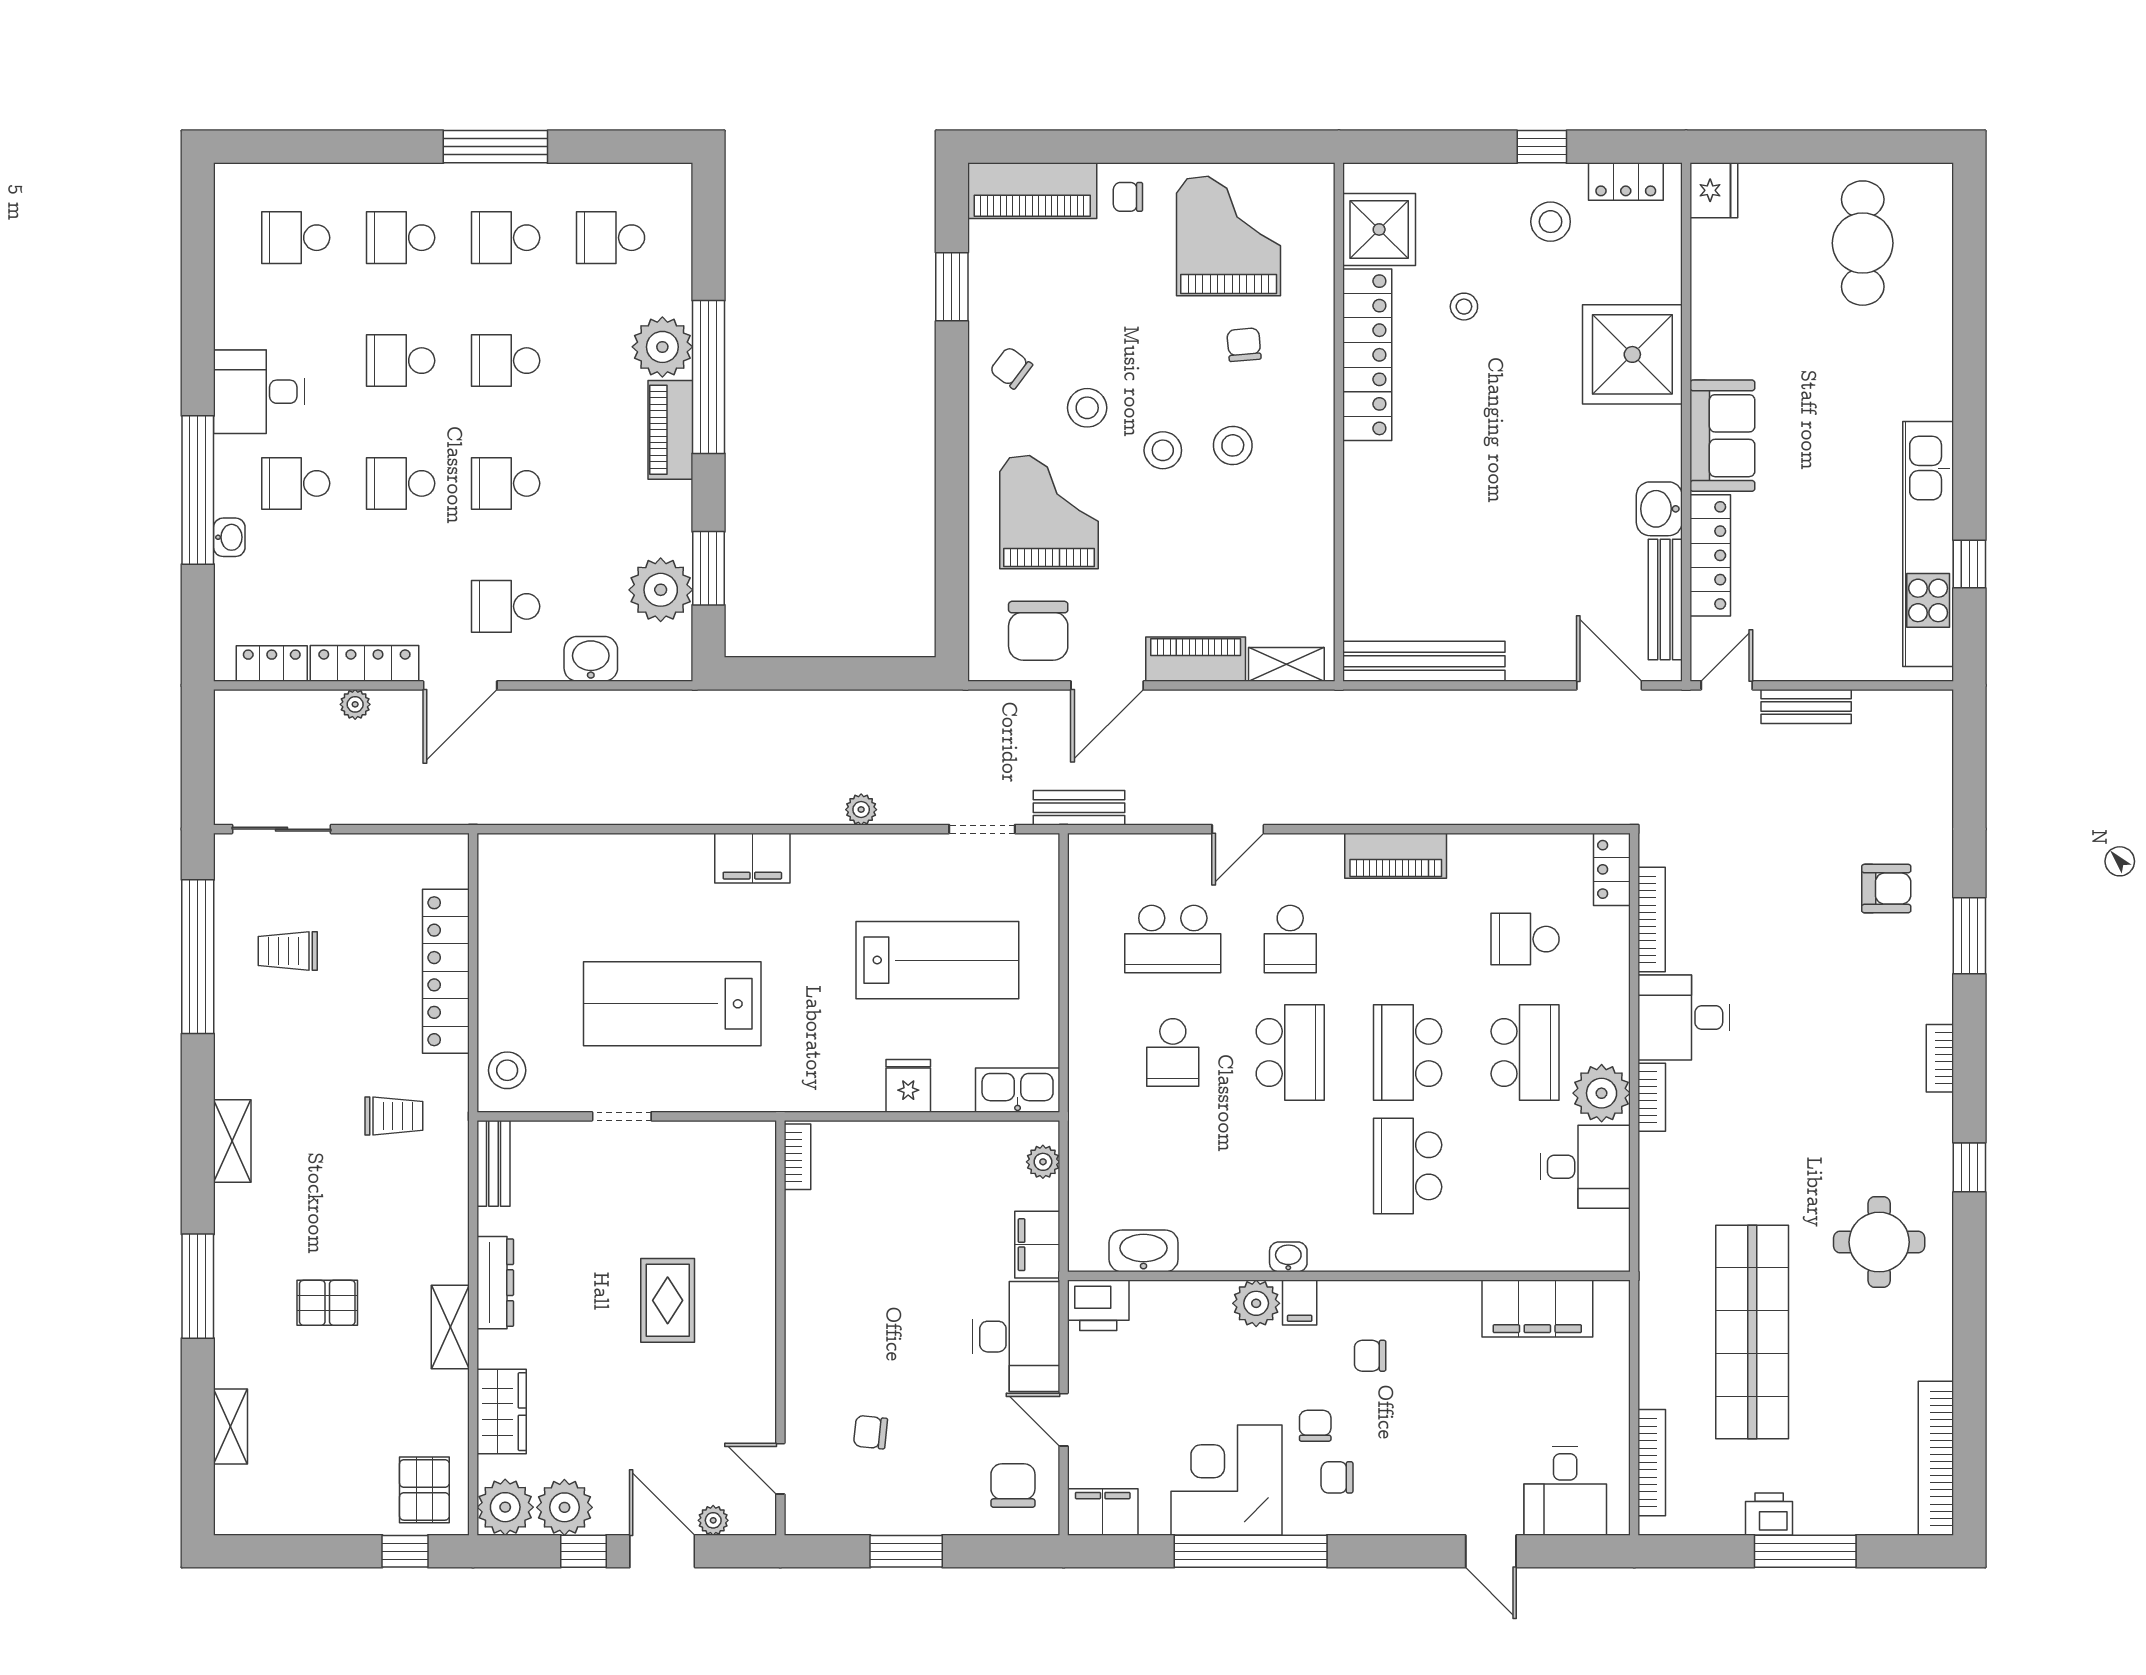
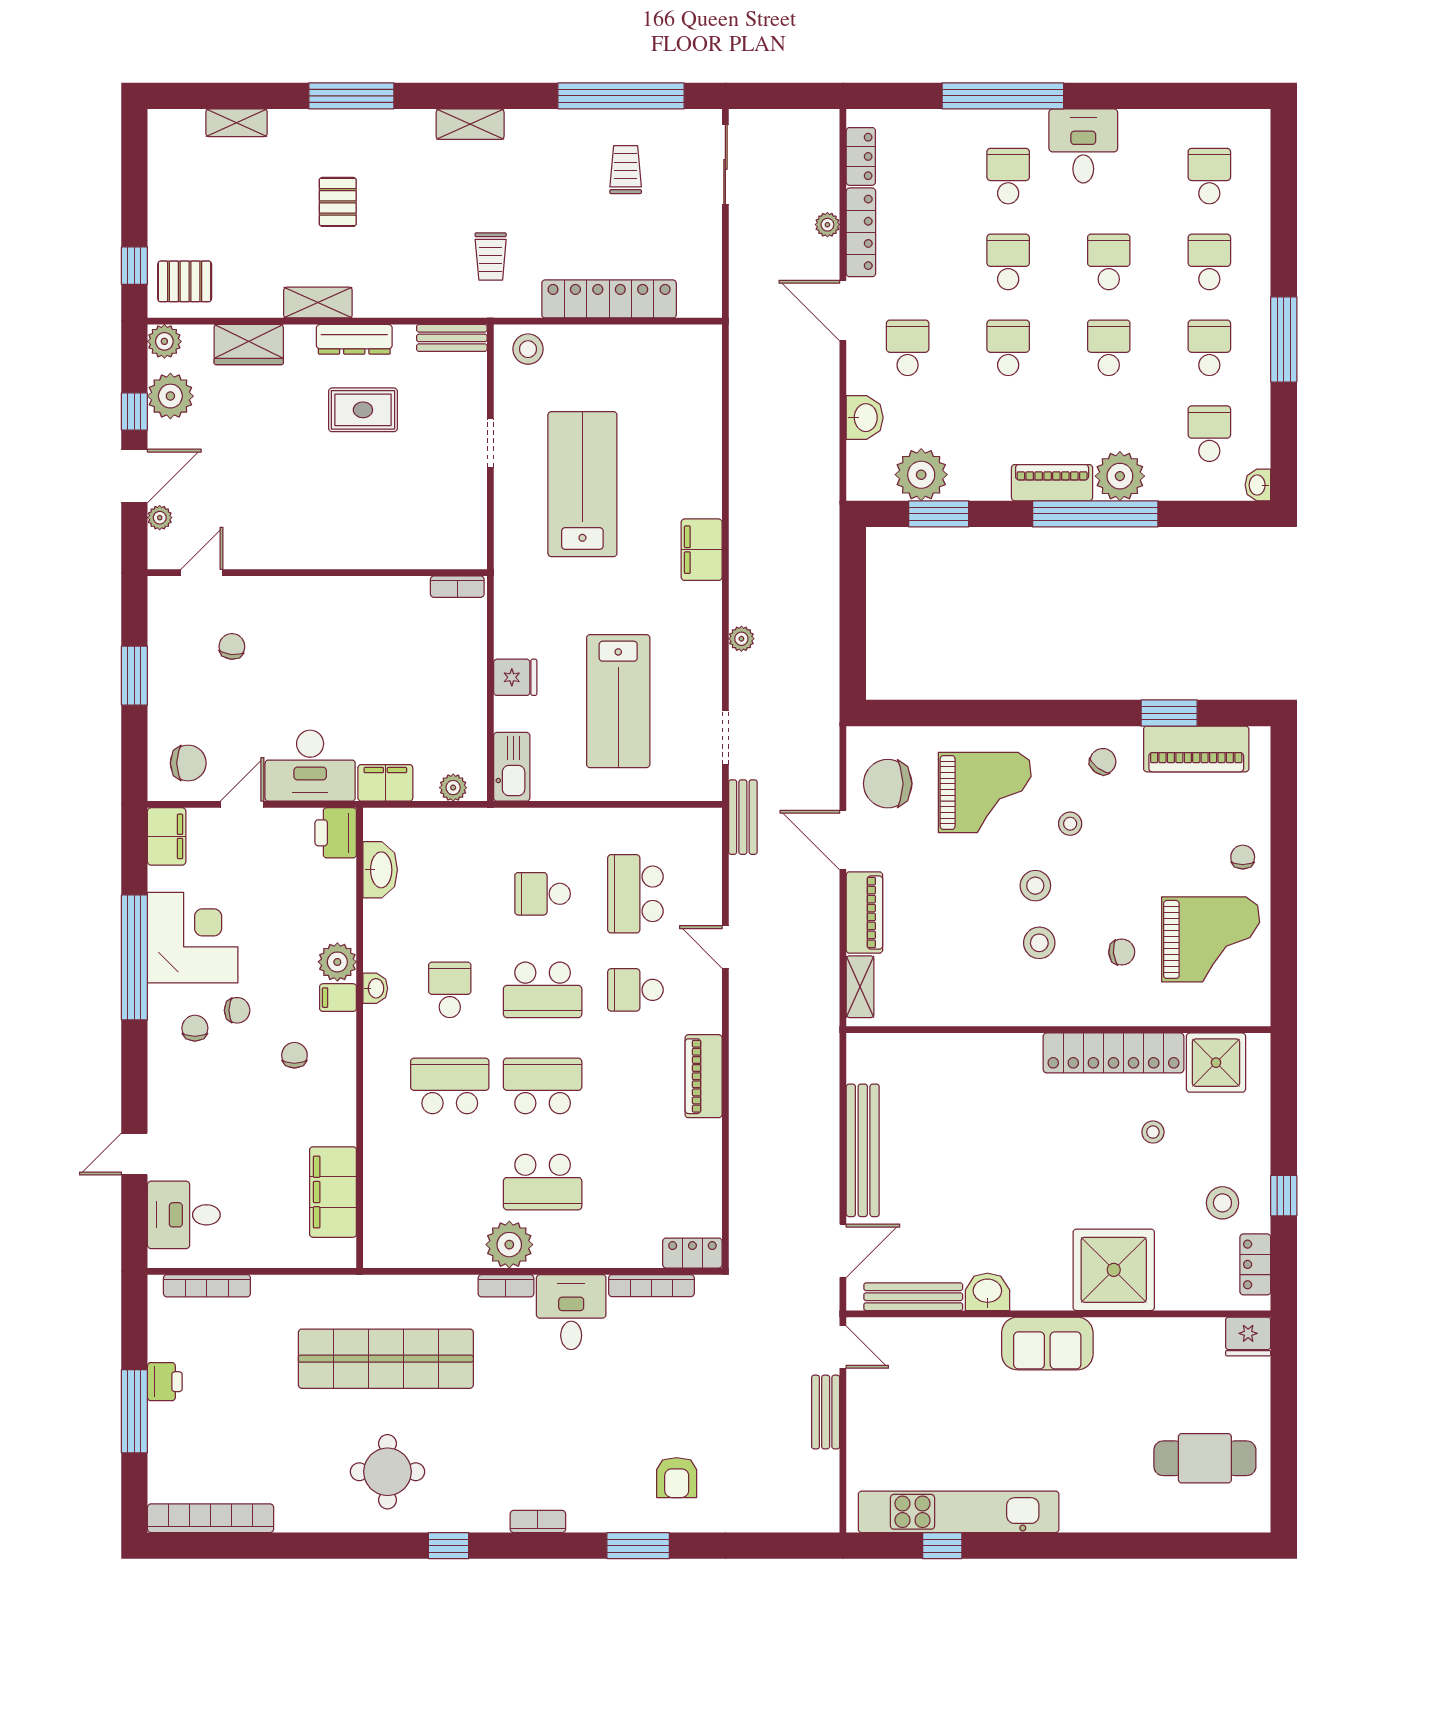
piano: (1032, 191) -> (1196, 749), moved, turned -90
stool: (1087, 408) -> (1070, 824), width x0.73, depth x0.73
washbasin: (229, 537) -> (1258, 485), moved, turned 90
locker: (1710, 555) -> (949, 1333), removed
bench: (1424, 661) -> (863, 1150), moved
school desk: (1525, 939) -> (450, 990), moved
desk: (1585, 1167) -> (449, 1231), removed
rug: (668, 1300) -> (363, 410), moved
shop shelf: (1752, 1332) -> (386, 1359), moved
plant: (505, 1507) -> (164, 341), width x0.73, depth x0.73

